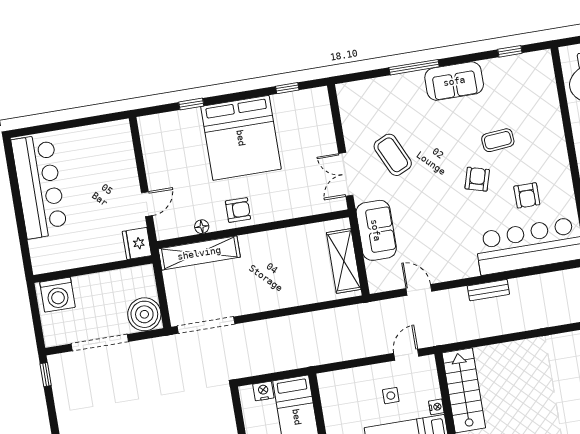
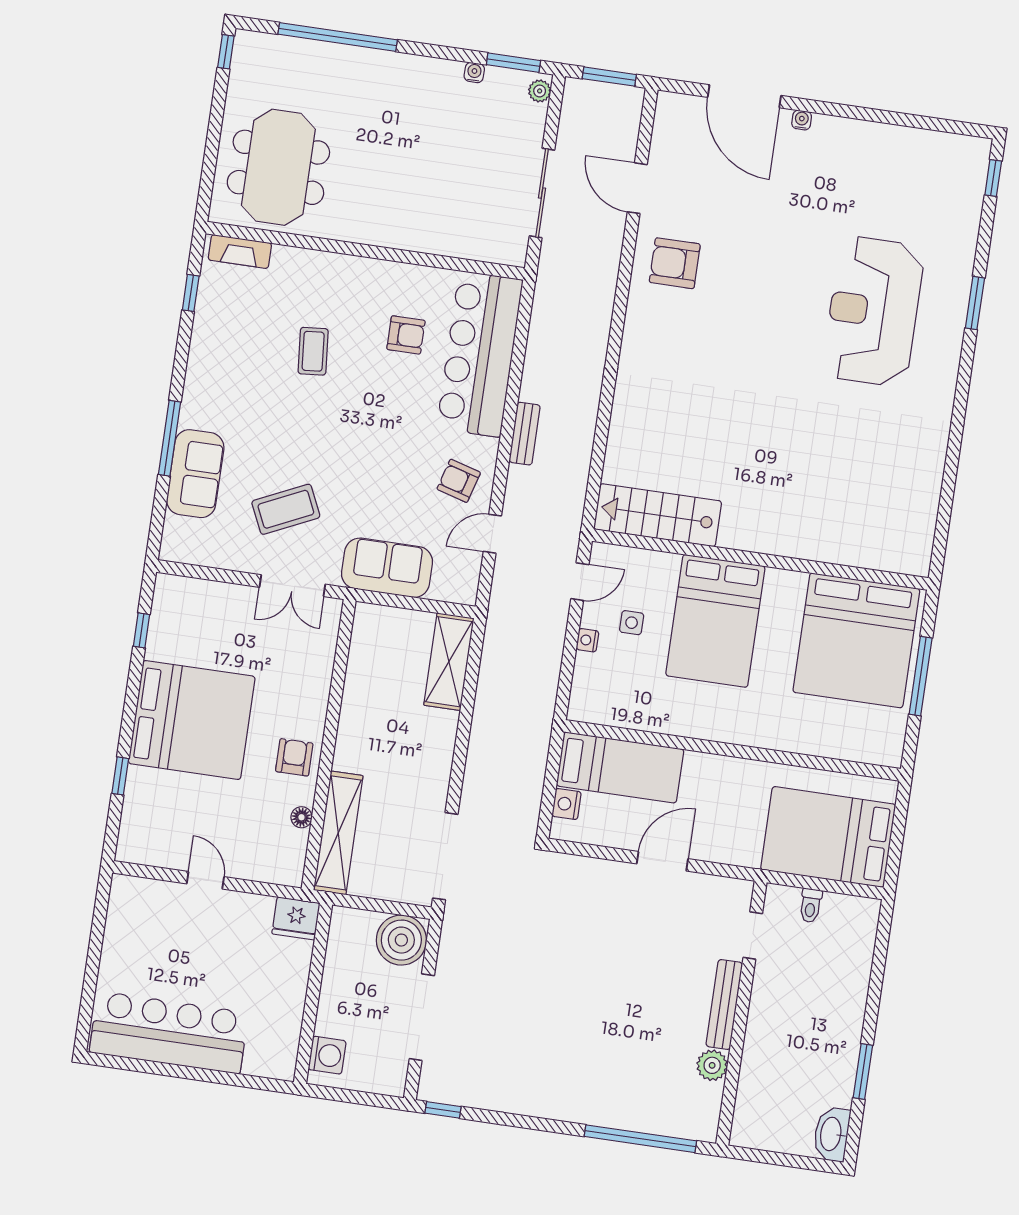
fireplace: (546, 74) -> (240, 251), added
sofa: (454, 81) -> (195, 474), moved
armchair: (477, 179) -> (459, 481), moved
door: (147, 204) -> (205, 880), moved
shelving: (344, 261) -> (449, 662), moved, turned 90
washing machine: (58, 295) -> (327, 1055), width x0.73, depth x0.73
door: (406, 355) -> (580, 582), swing flipped
nightstand: (436, 407) -> (587, 640), moved, turned -90

